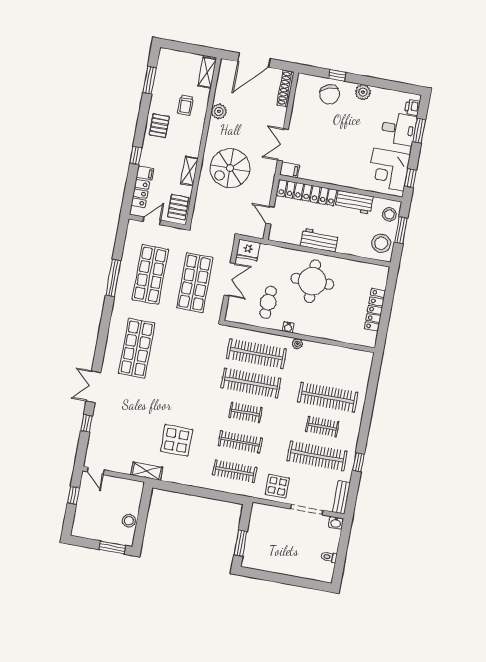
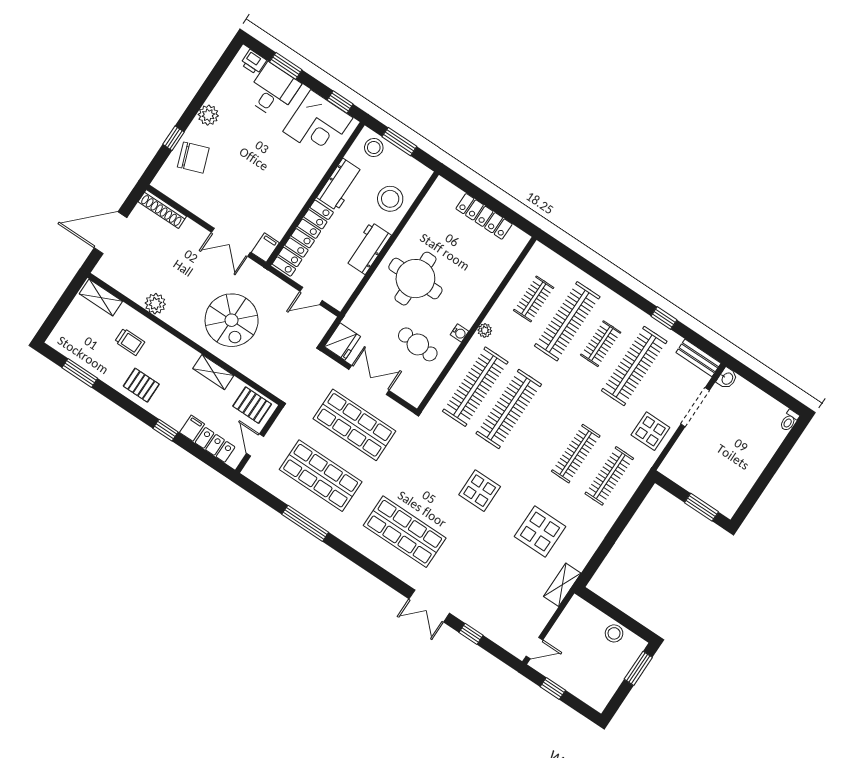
door: (254, 60) -> (111, 233), swing flipped
stool: (381, 243) -> (390, 199), moved
display table: (187, 387) -> (480, 491), added
clothes rail: (246, 412) -> (534, 299), moved
toilet: (329, 557) -> (789, 421), moved

